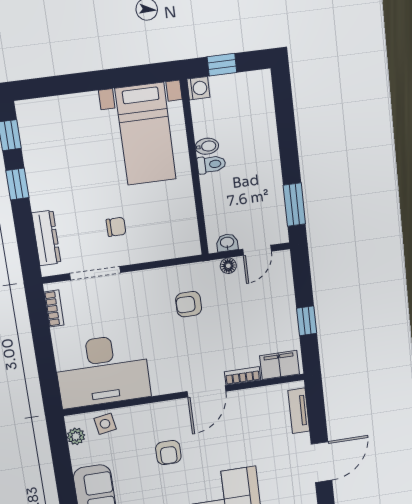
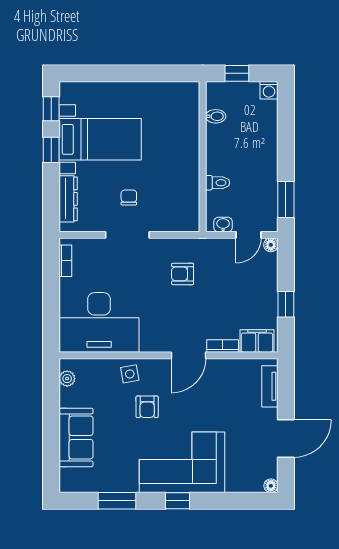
washing machine: (198, 88) -> (269, 90), moved, turned 90
bed with nightstands: (146, 134) -> (100, 139), moved, turned -90
bidet: (207, 146) -> (216, 116), moved
toilet: (211, 164) -> (218, 183), moved
chair: (116, 227) -> (129, 197), turned -90
floor lamp: (228, 266) -> (271, 245), moved
doorway: (95, 273) -> (127, 235), moved
side table: (105, 424) -> (130, 374), moved

